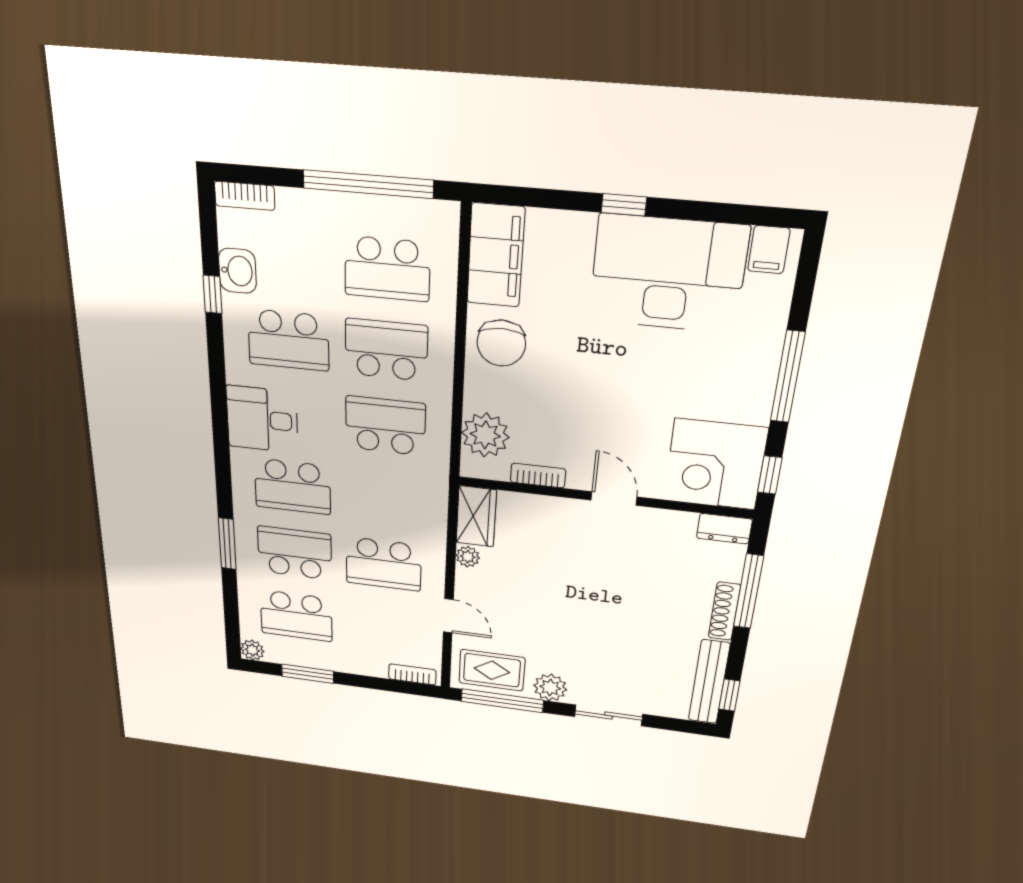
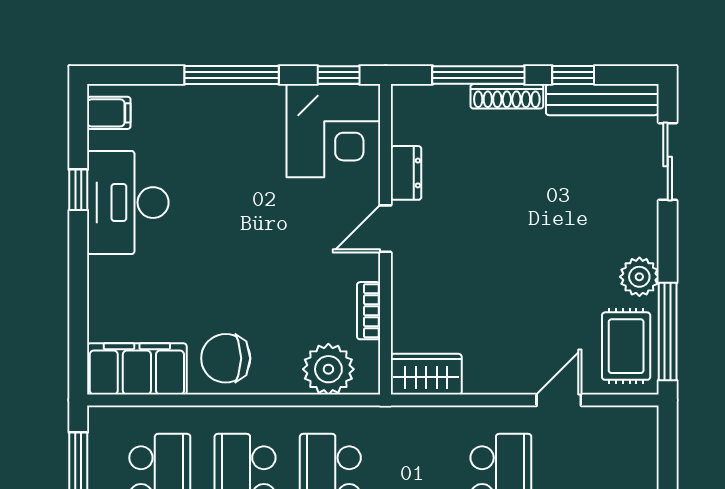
window: (624, 205) -> (78, 190), moved
desk: (668, 274) -> (128, 203), width x0.73, depth x0.77
chair: (501, 343) -> (226, 358), turned 180
dresser: (724, 529) -> (406, 173), moved
plant: (468, 557) -> (478, 381), removed
bookcase: (412, 674) -> (647, 440), removed
window: (729, 695) -> (573, 75), moved
sliding door: (609, 715) -> (668, 161), moved

